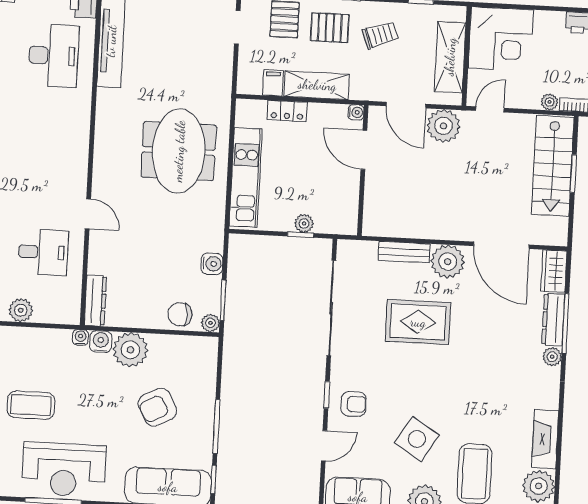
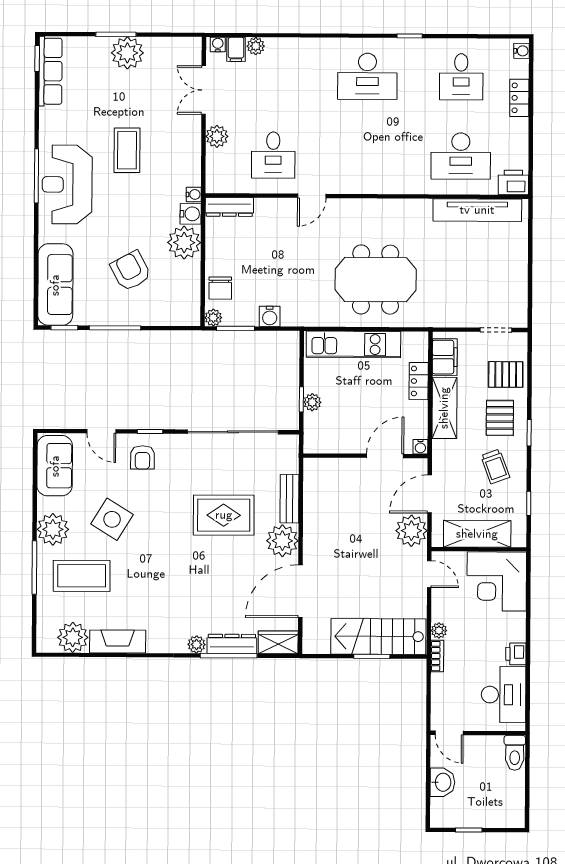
filing cabinet: (273, 83) -> (445, 357), width x2.00
chair: (180, 314) -> (220, 288), turned 180
rug: (418, 322) -> (224, 515), turned 90

